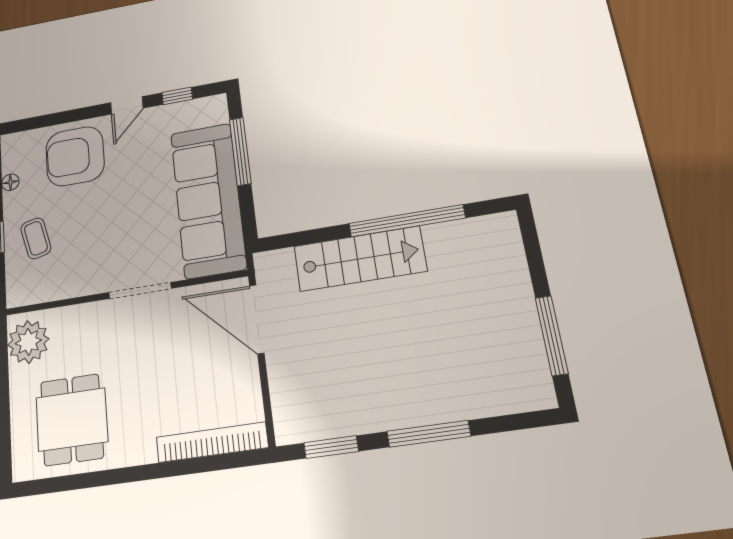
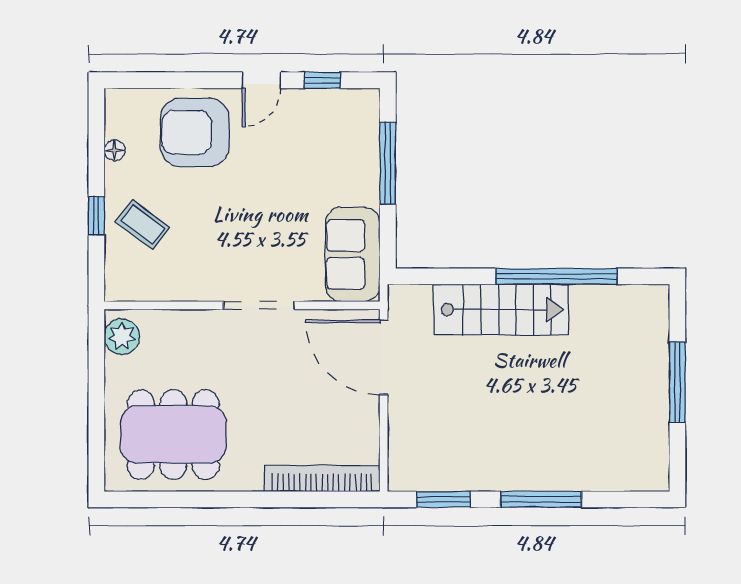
sofa: (208, 200) -> (353, 254), width x0.54, depth x0.79
coffee table: (36, 238) -> (143, 224), turned -40
window: (552, 335) -> (677, 382), moved
plant: (28, 342) -> (122, 337), width x0.73, depth x0.73
dining table: (72, 420) -> (173, 435), width x1.38

